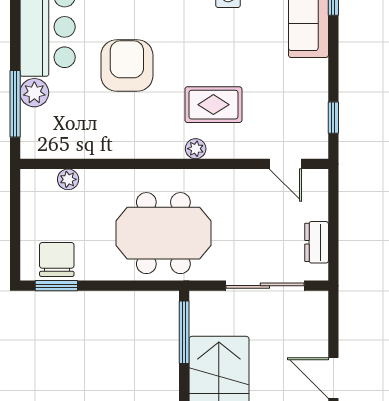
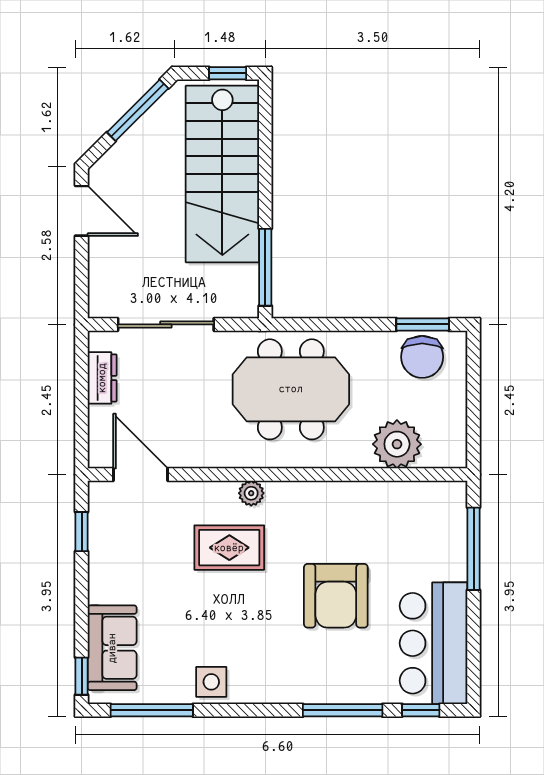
plant: (34, 93) -> (450, 562), removed
door: (285, 164) -> (141, 475), width x1.38
plant: (68, 179) -> (397, 444), width x1.87, depth x1.87

